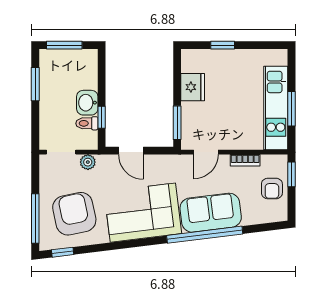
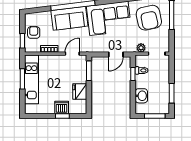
dishwasher: (224, 60) -> (62, 107), added
washbasin: (87, 103) -> (141, 96), moved
door: (131, 151) -> (116, 55), swing flipped

